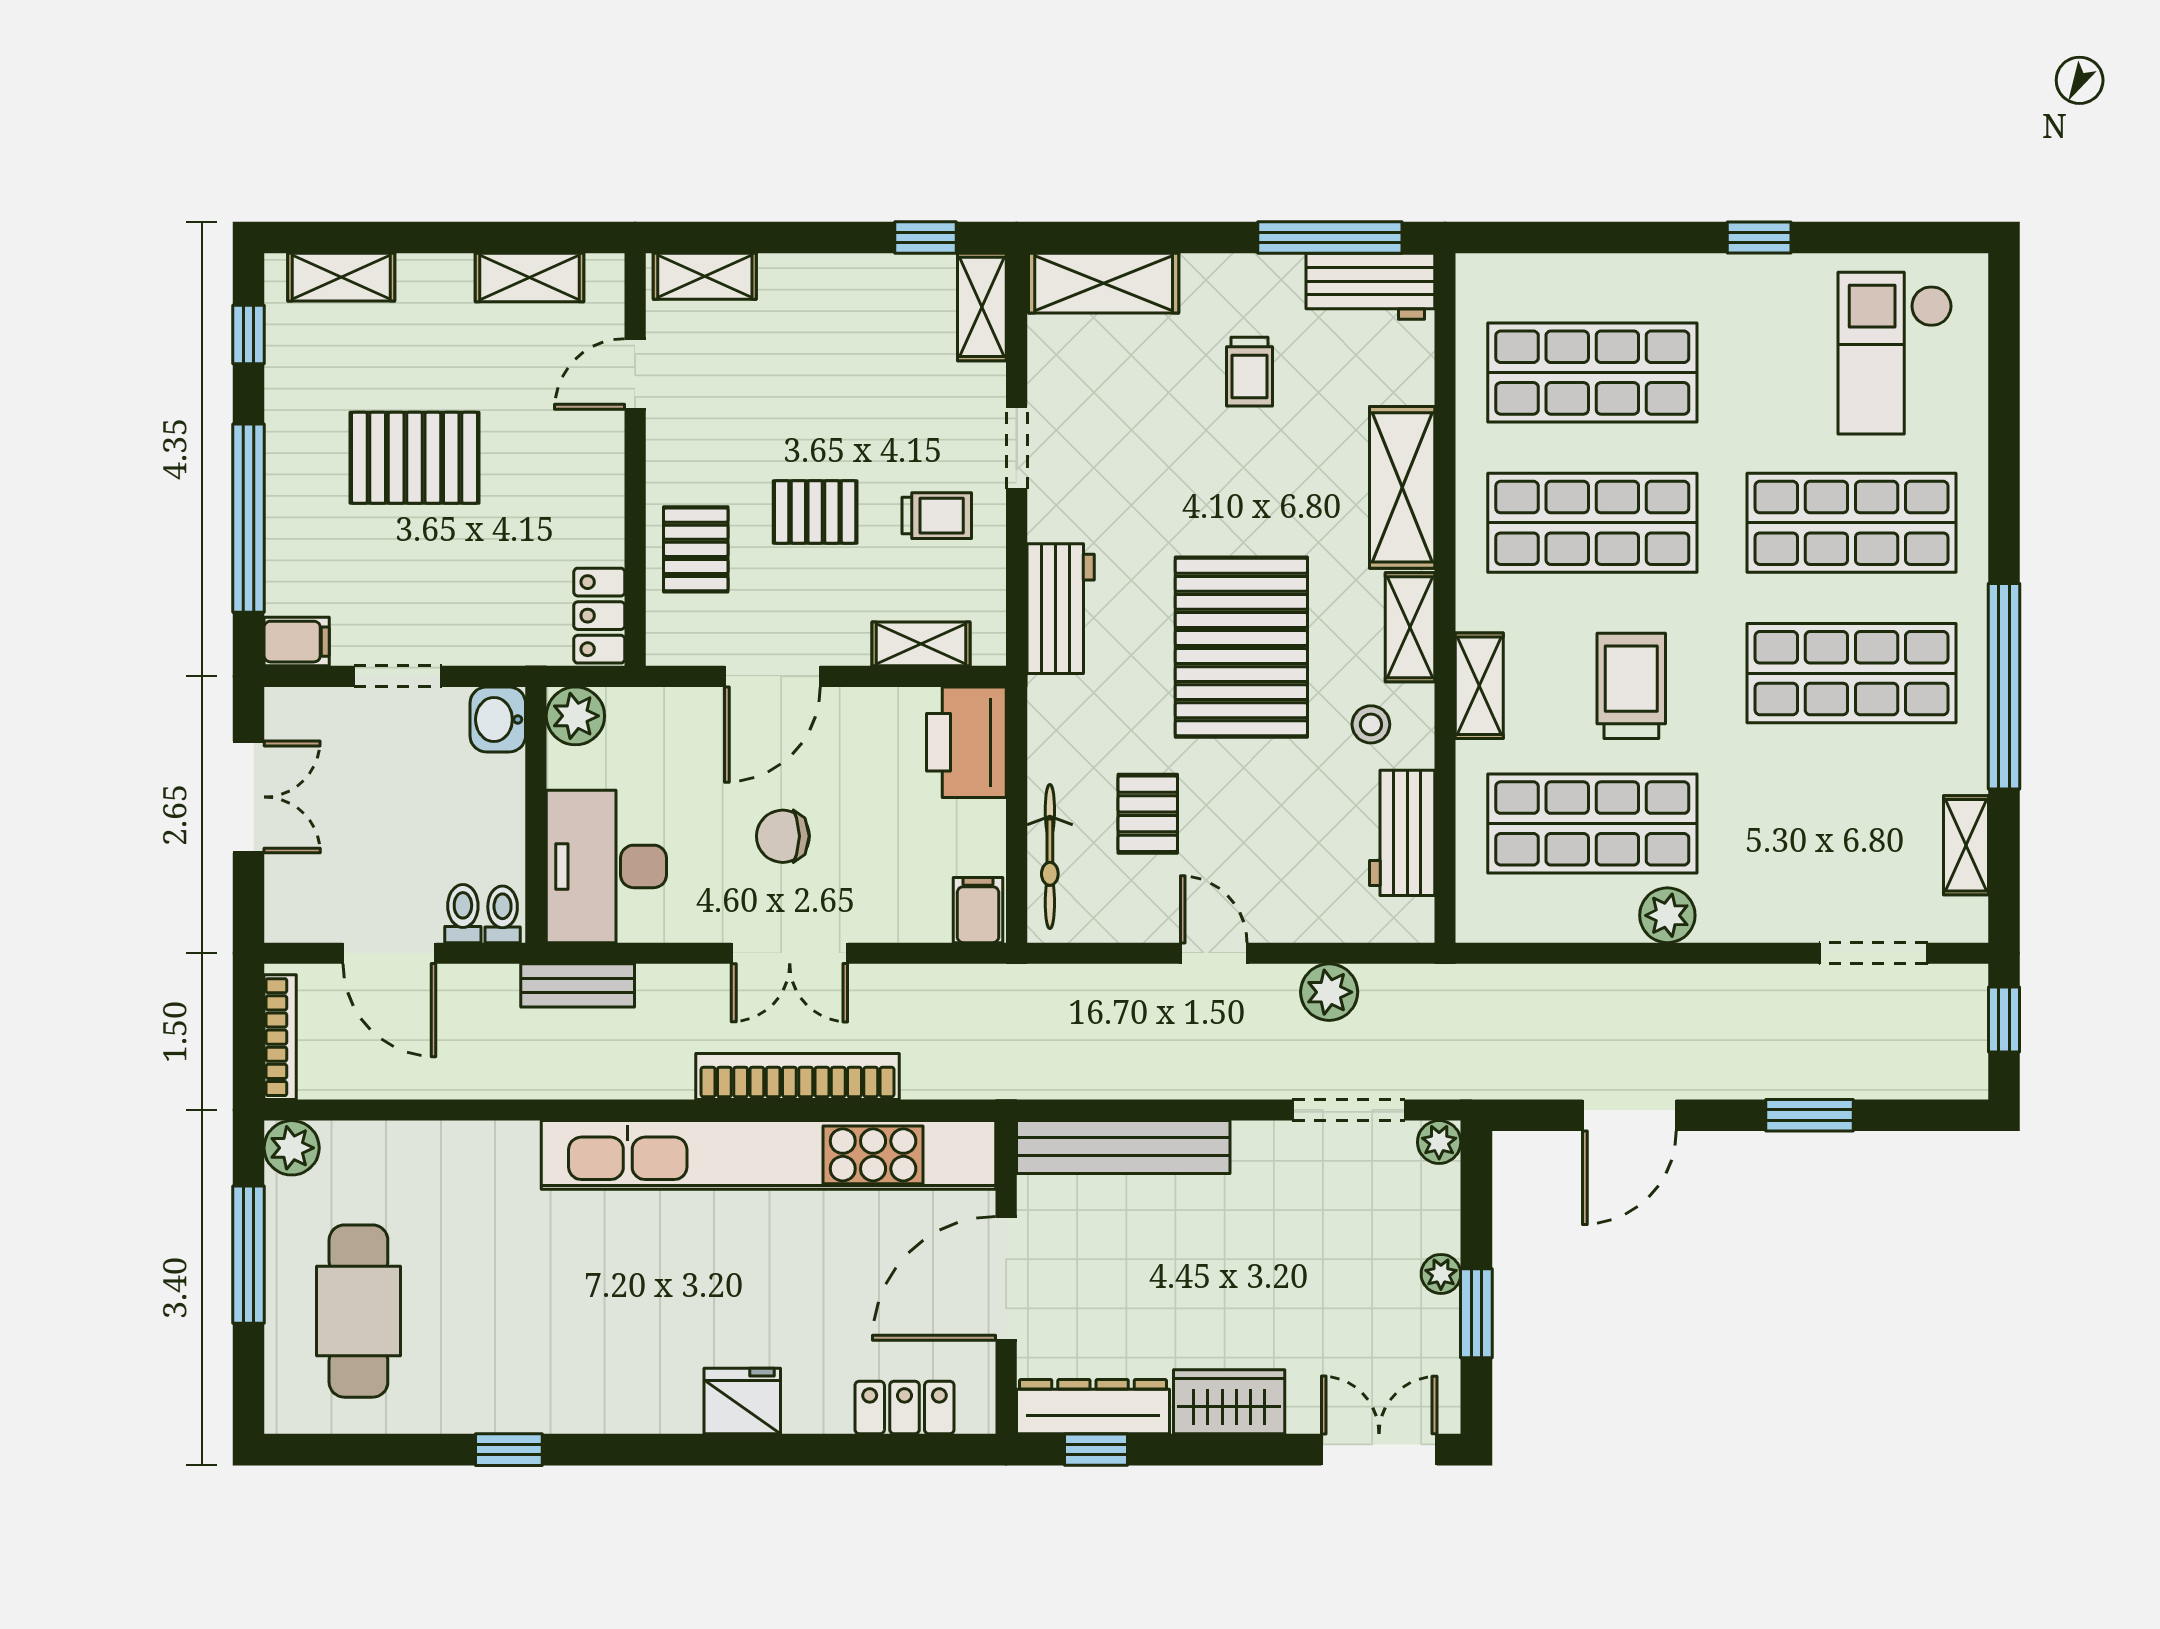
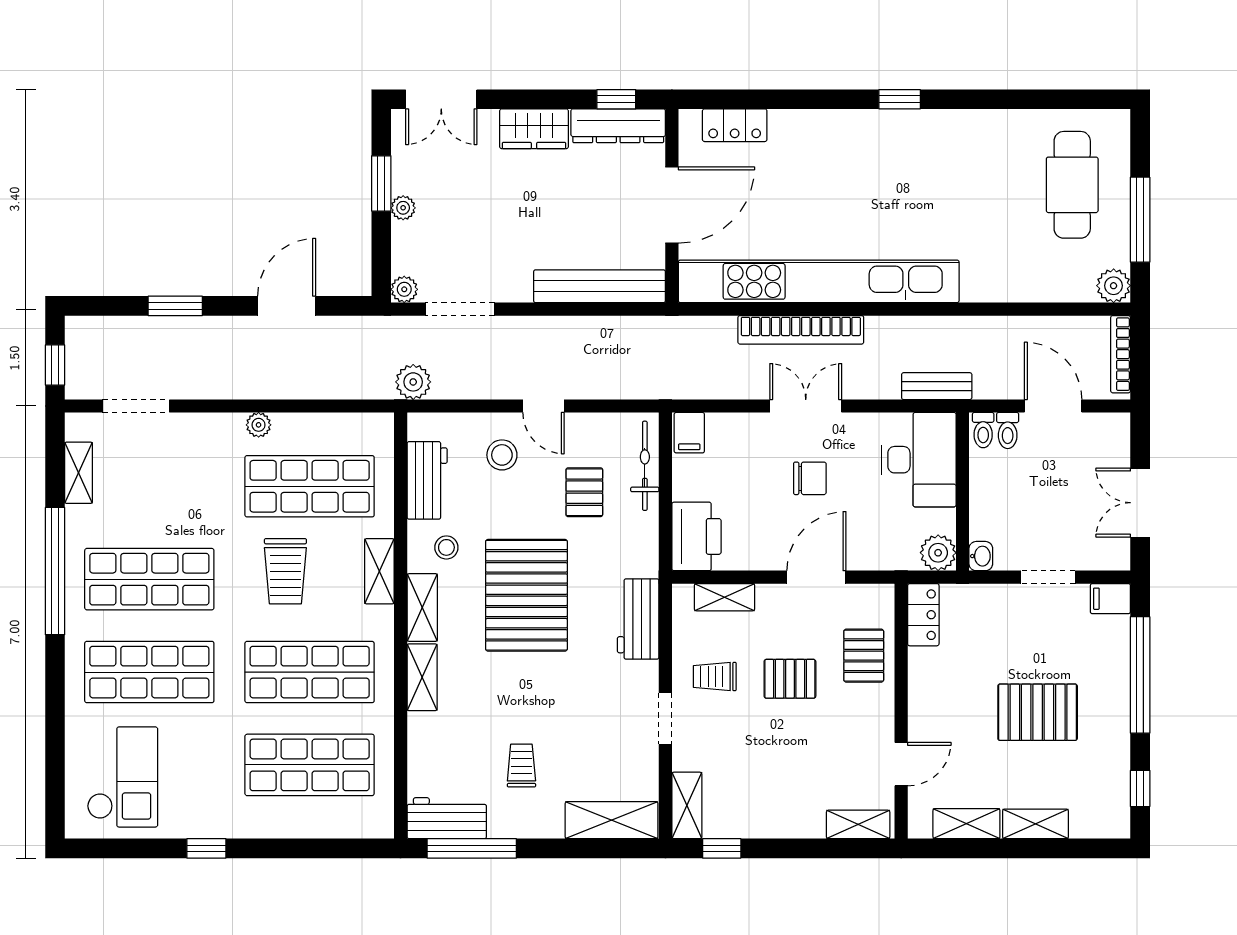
shelving: (341, 277) -> (1035, 824), moved
shelving: (1402, 487) -> (422, 677), width x0.67, depth x0.75
washbasin: (498, 719) -> (981, 556), width x0.72, depth x0.69
stool: (1281, 874) -> (502, 455), added
plant: (1667, 915) -> (259, 425), width x0.73, depth x0.73
plant: (1329, 992) -> (413, 382), moved
fridge: (742, 1401) -> (835, 129), removed
window: (509, 1450) -> (900, 99), moved

